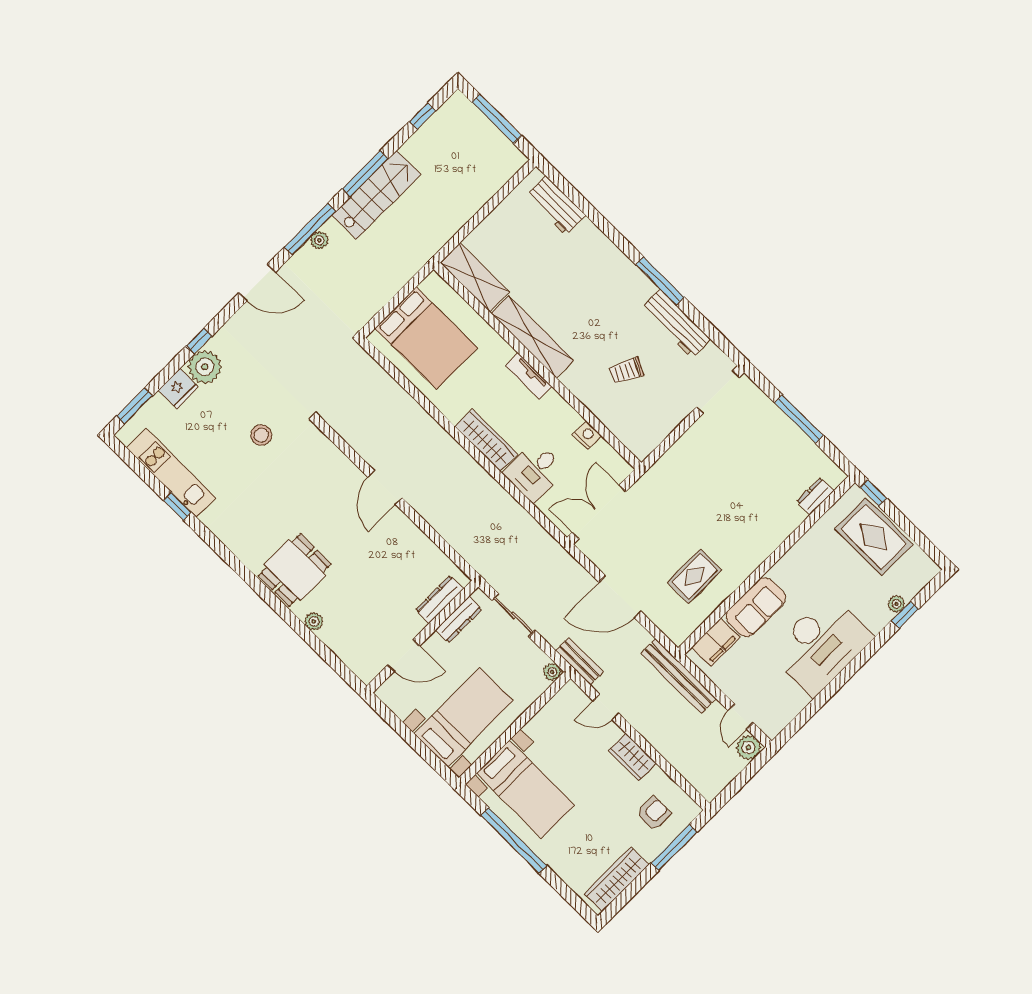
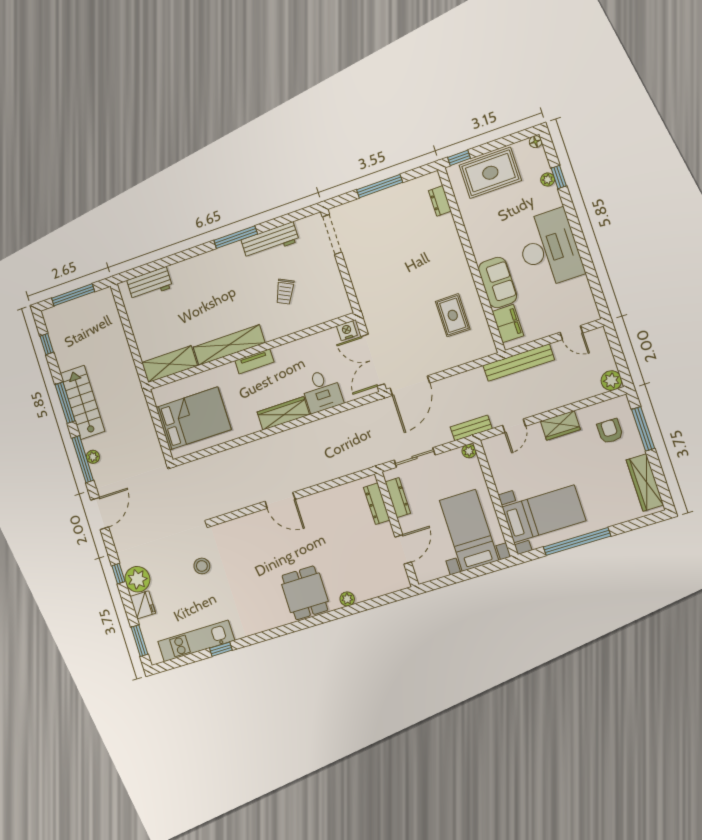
nightstand: (587, 435) -> (347, 331), moved
floor lamp: (932, 569) -> (536, 142), added
door: (620, 597) -> (410, 386), moved
plant: (748, 748) -> (611, 381), moved

